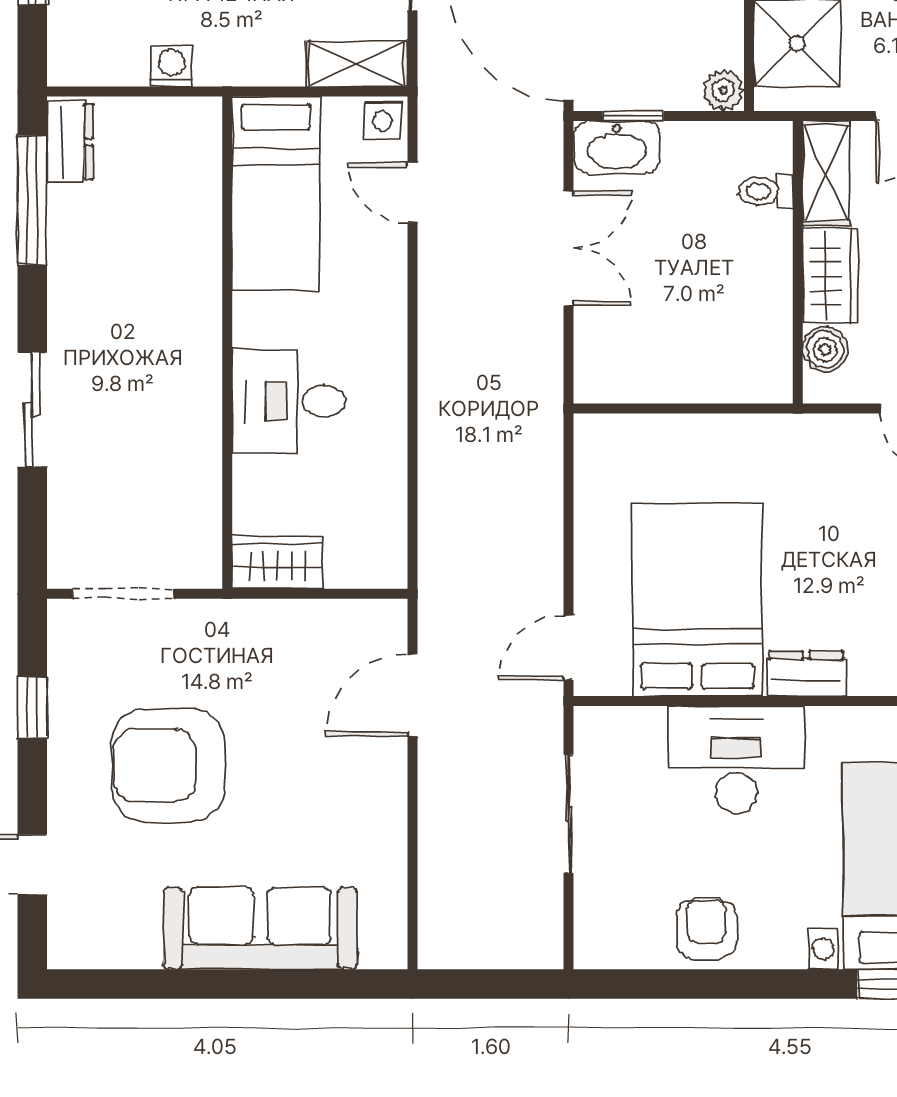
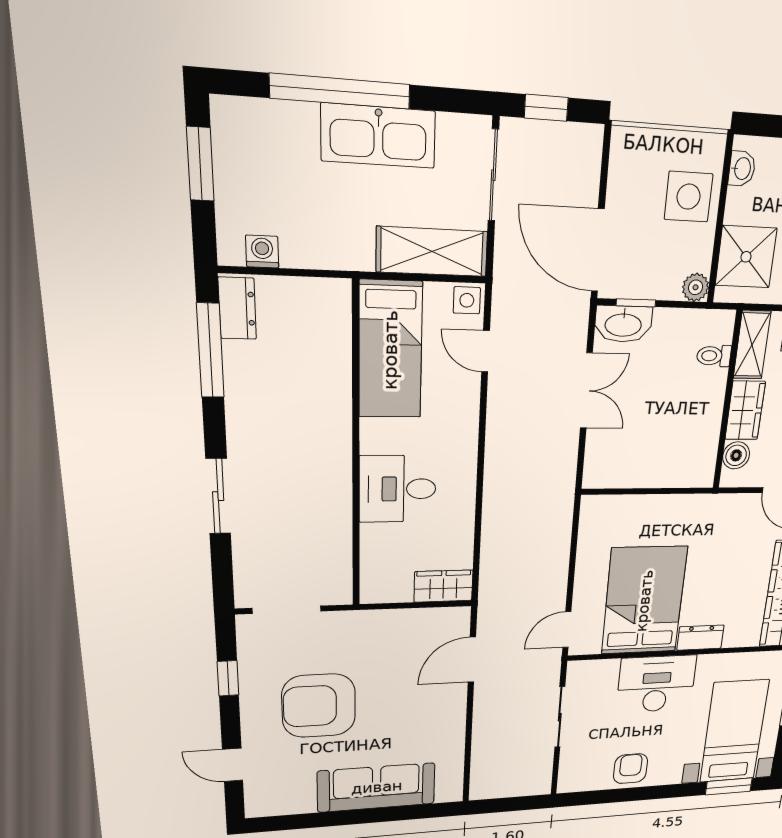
shelving: (357, 64) -> (432, 252), width x1.50, depth x1.33
washing machine: (171, 66) -> (262, 252), moved
wardrobe: (278, 563) -> (443, 586), moved

